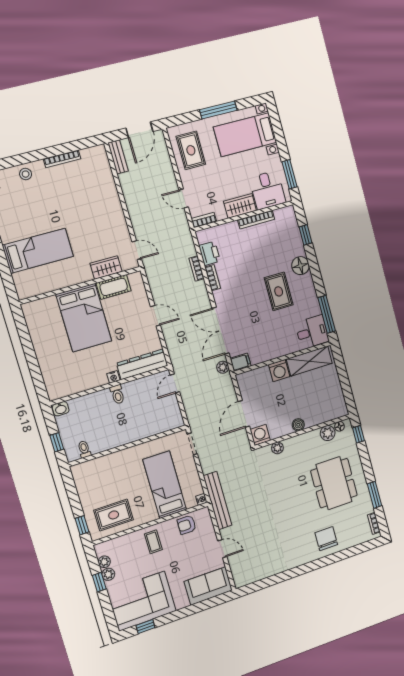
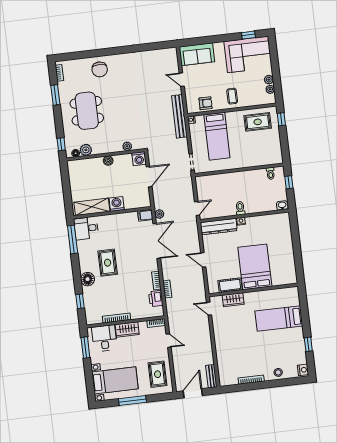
window: (99, 582) -> (276, 75), removed

